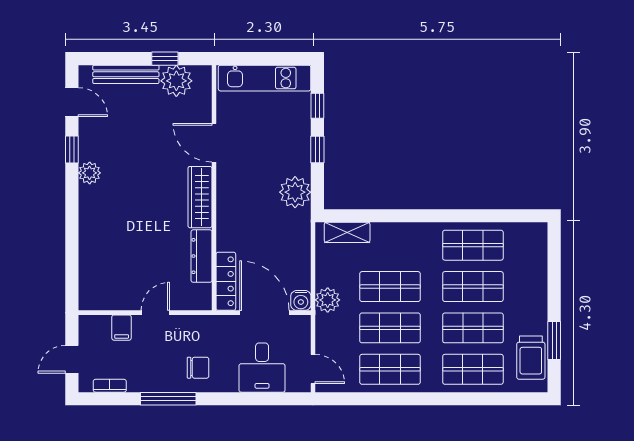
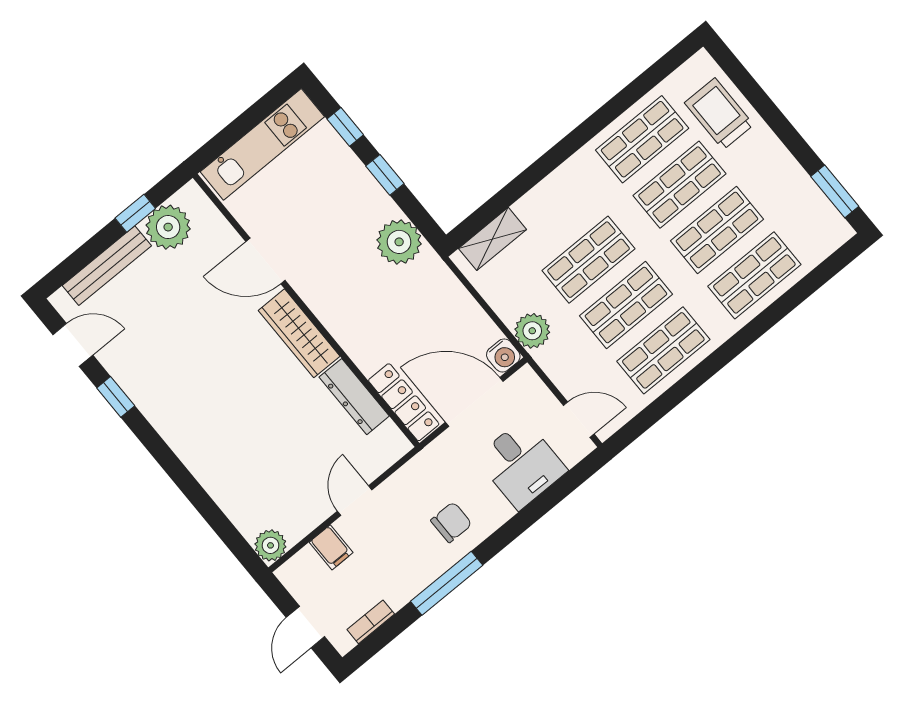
plant: (90, 173) -> (270, 545), moved
window: (554, 340) -> (835, 191), moved
trolley: (531, 358) -> (719, 114), moved, turned 180

